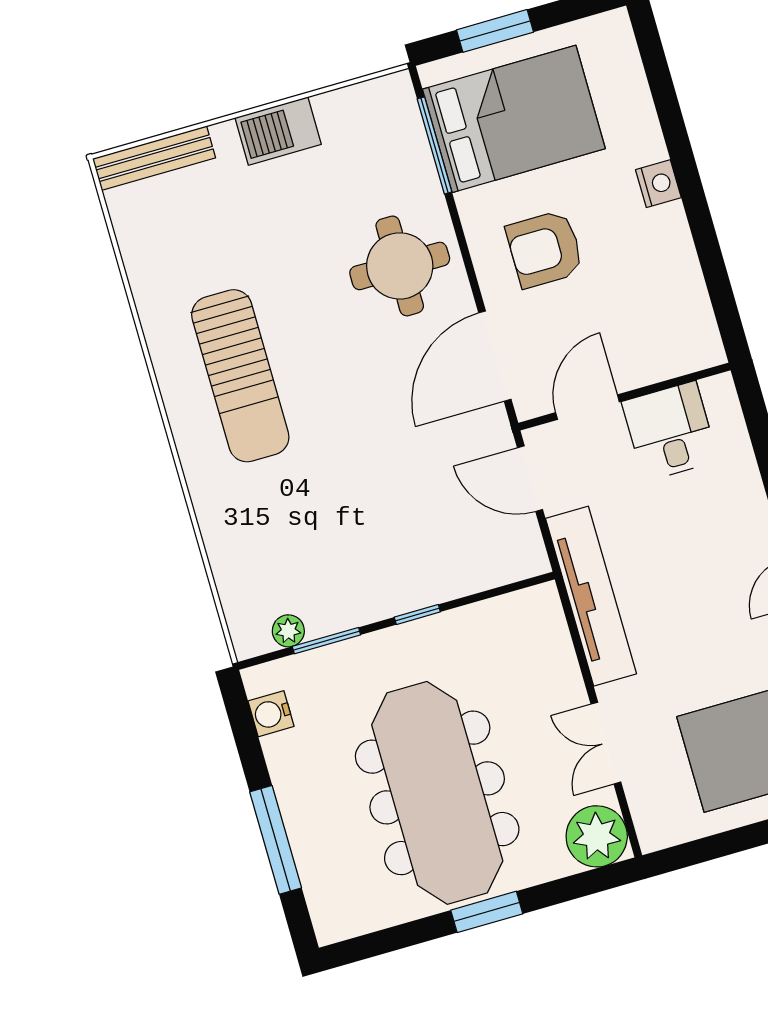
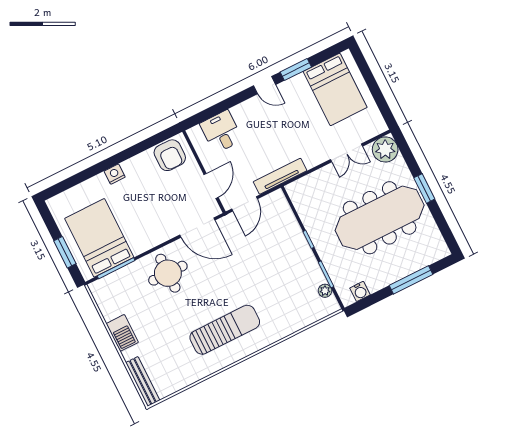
armchair: (545, 249) -> (170, 155), moved
door: (587, 407) -> (211, 186), swing flipped
desk: (670, 431) -> (221, 132), moved, turned 90
tv unit: (591, 596) -> (280, 176), width x0.73, depth x0.78

